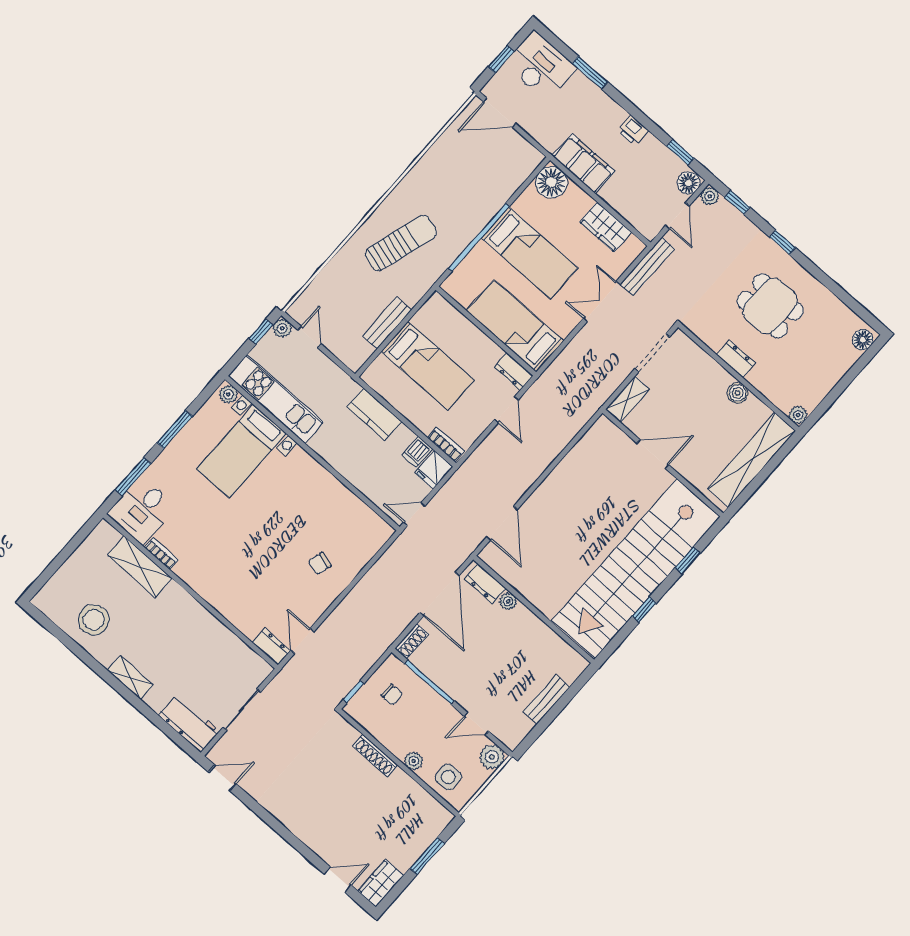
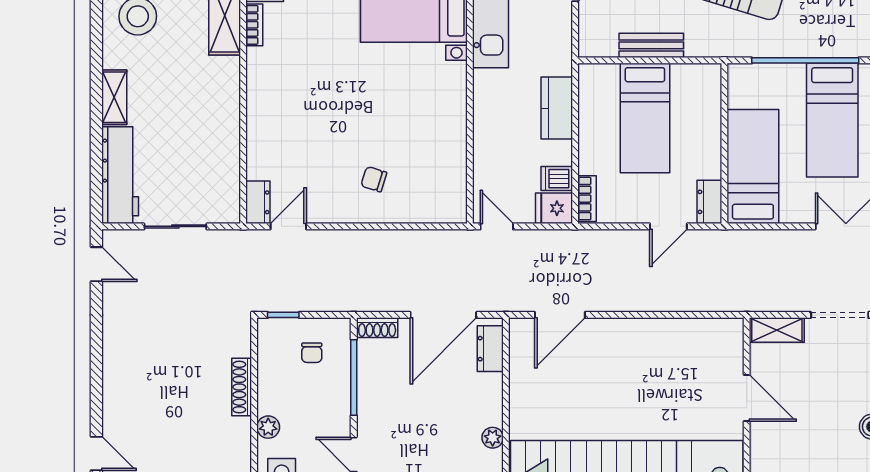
plant: (508, 601) -> (493, 438), moved
workbench: (189, 723) -> (120, 175), width x1.38

